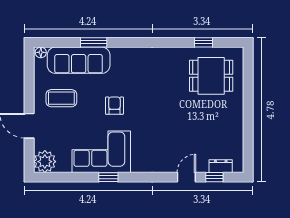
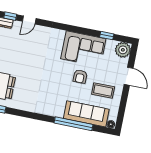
window: (94, 42) -> (74, 124), width x2.11
armchair: (114, 106) -> (80, 77), moved
window: (108, 177) -> (107, 36), moved

